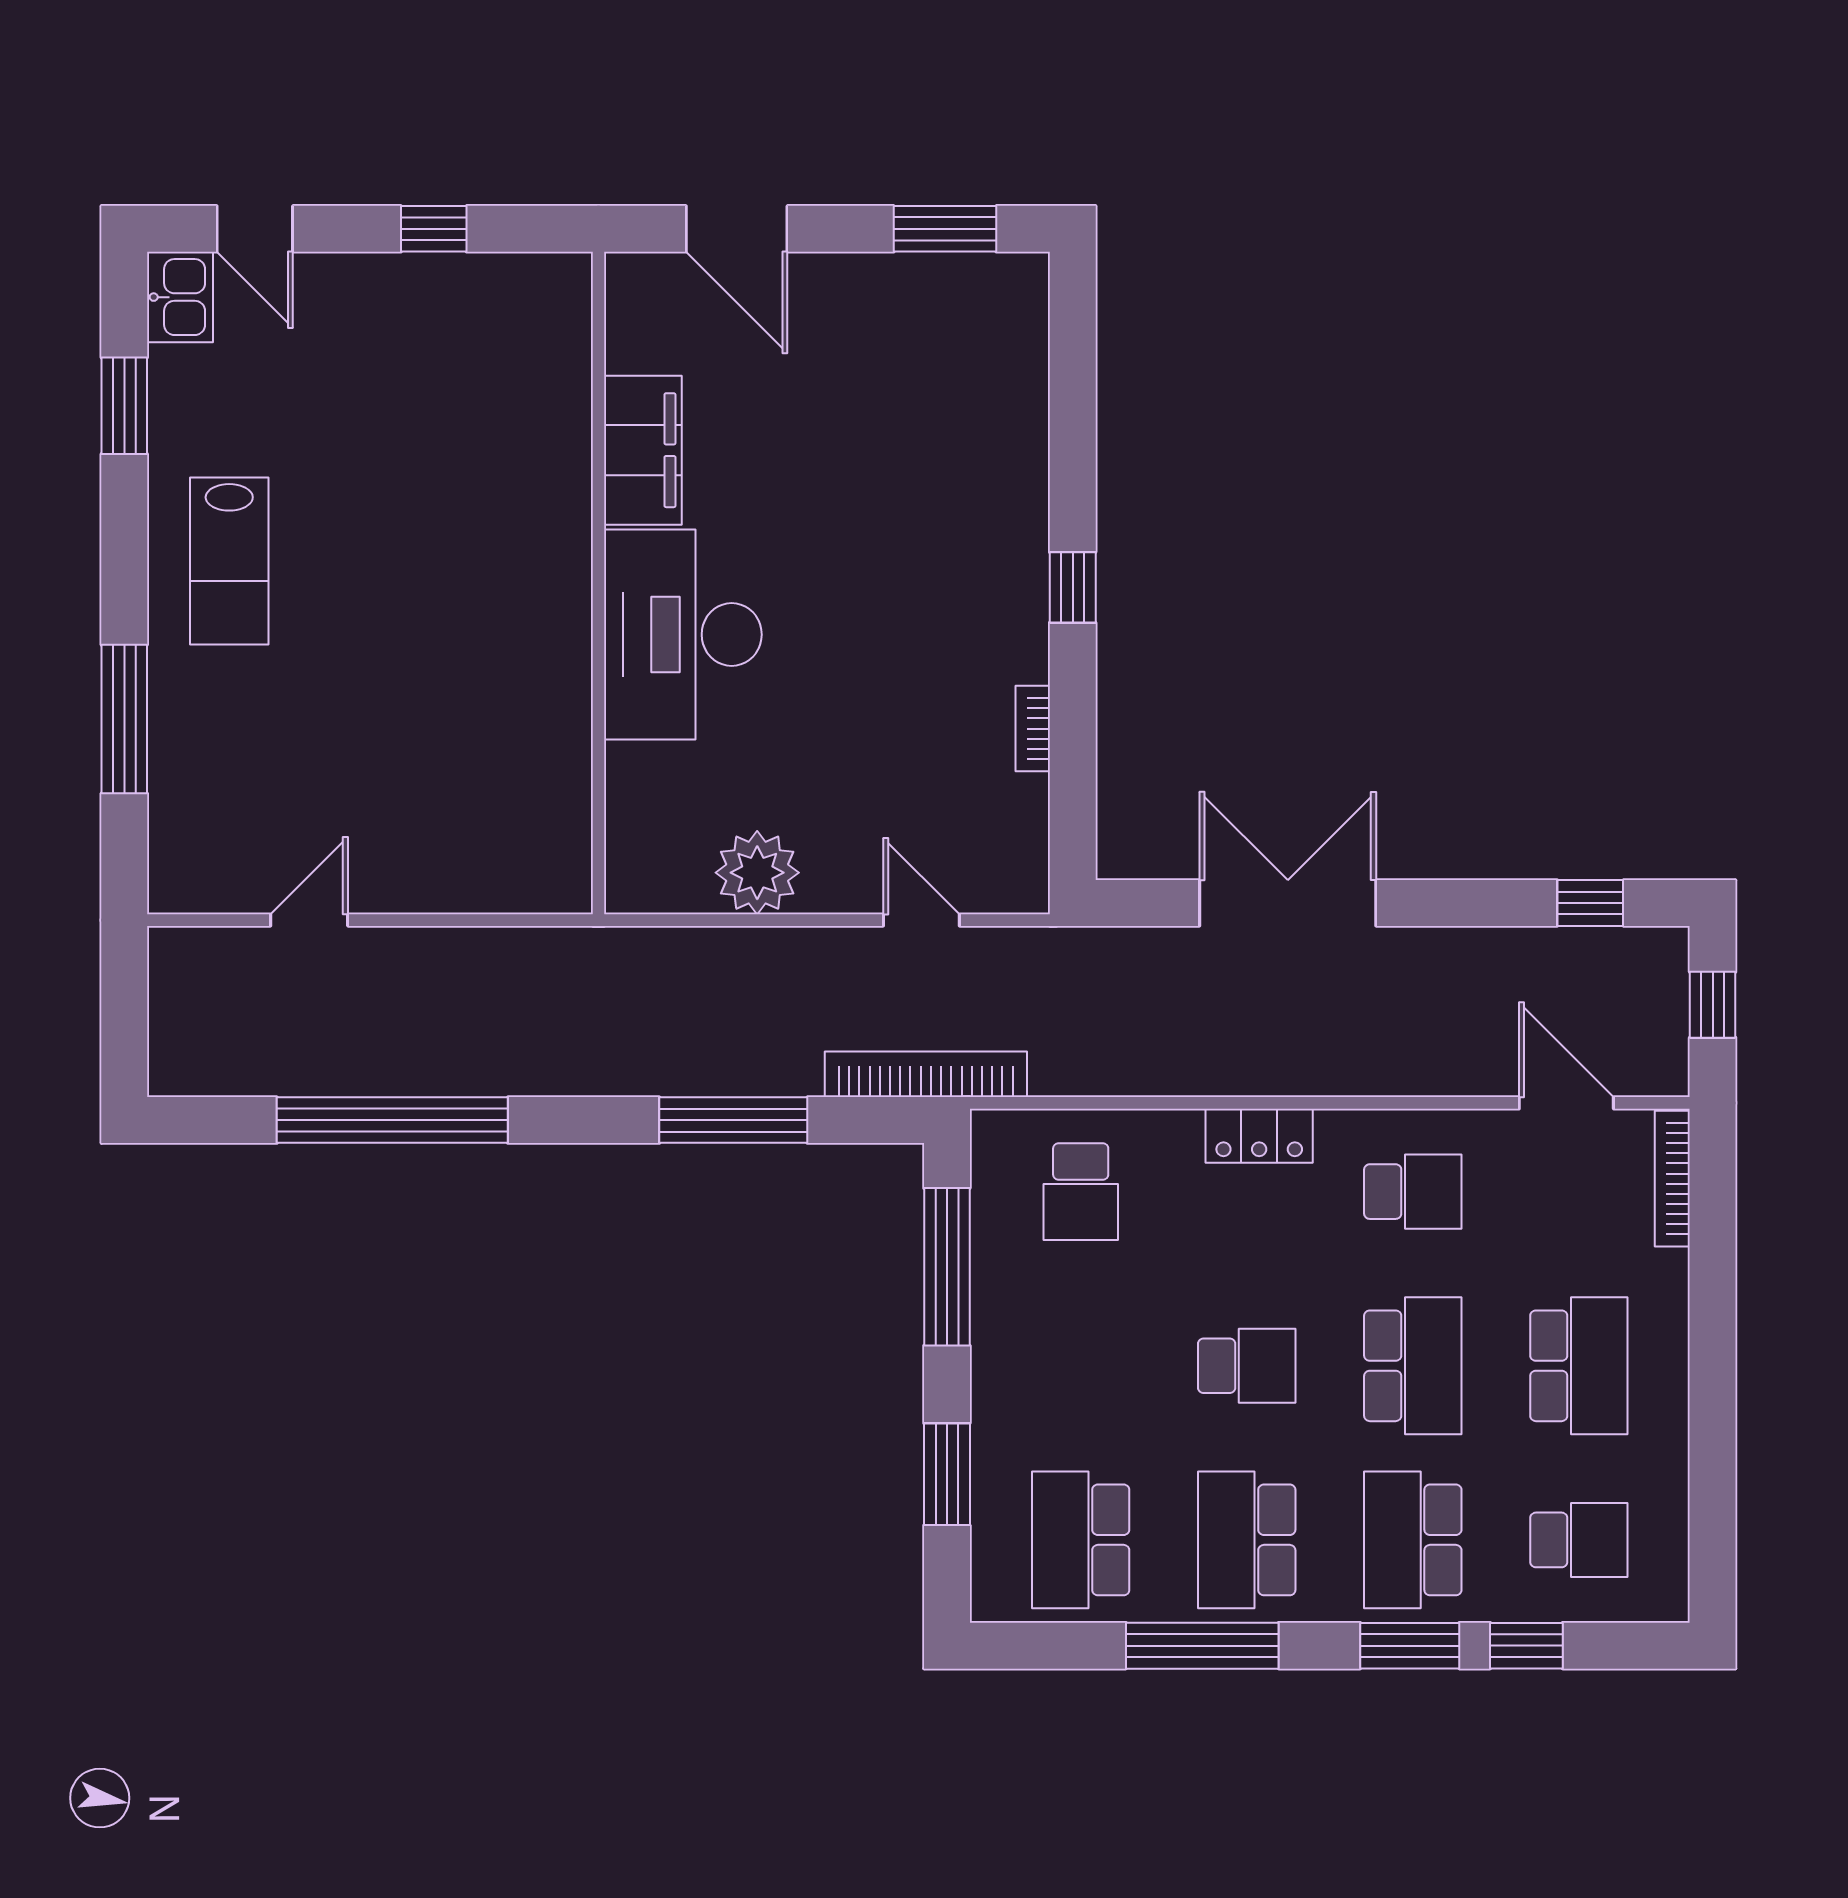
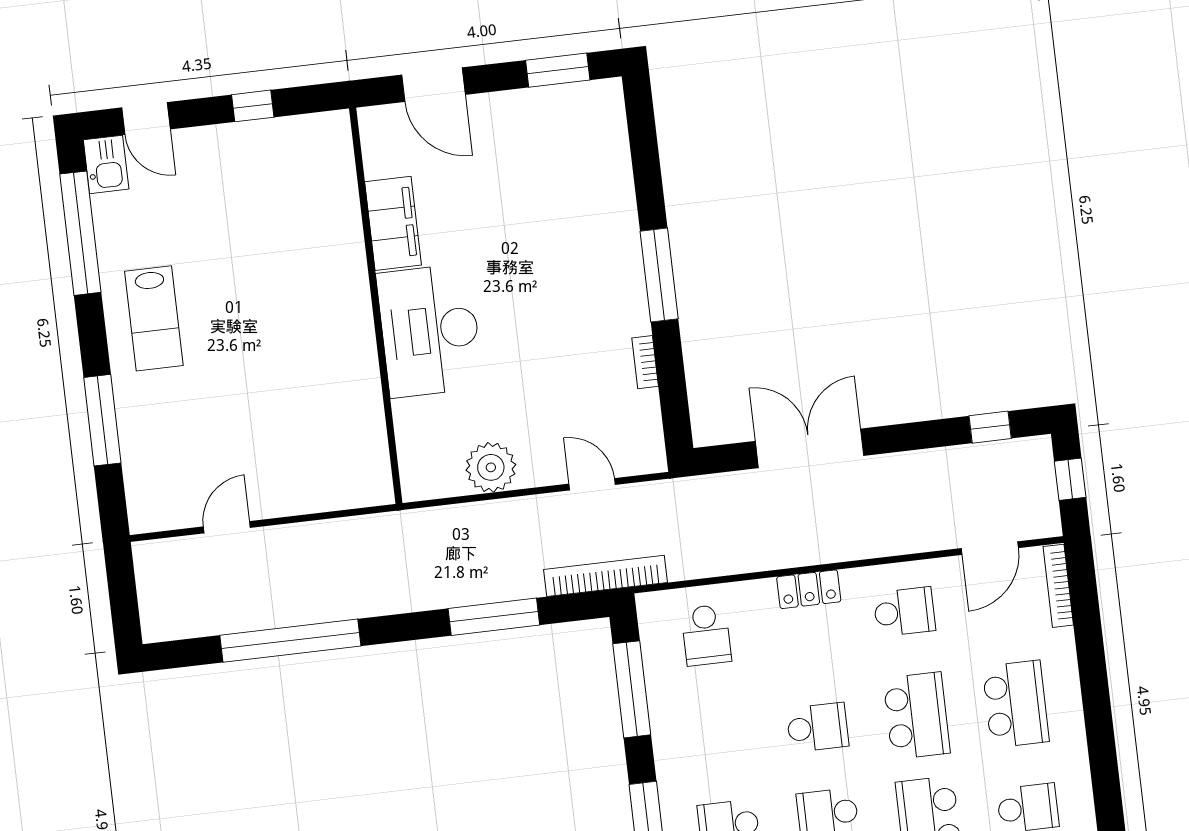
window: (124, 406) -> (80, 233), width x2.11
window: (1073, 587) -> (659, 275), width x2.17
door: (1566, 1103) -> (990, 548), swing flipped

